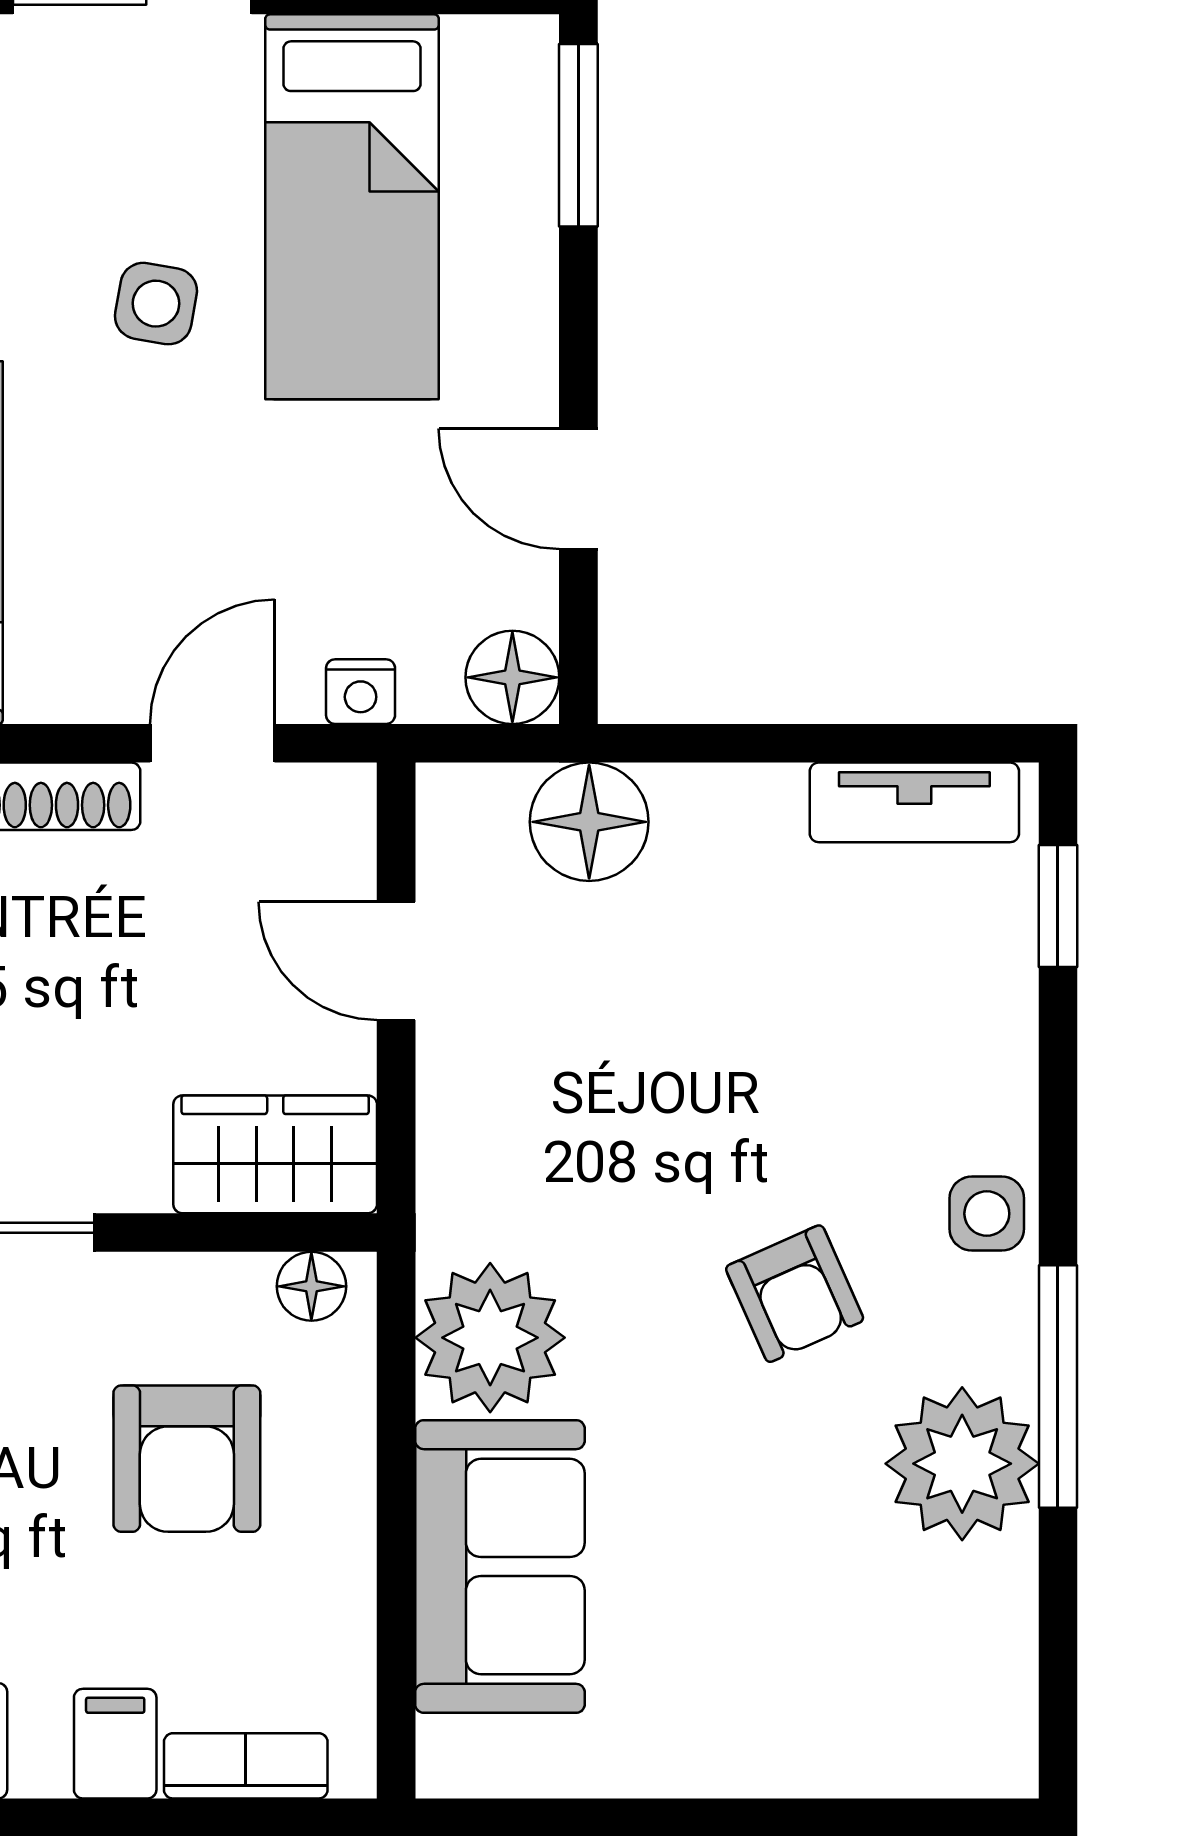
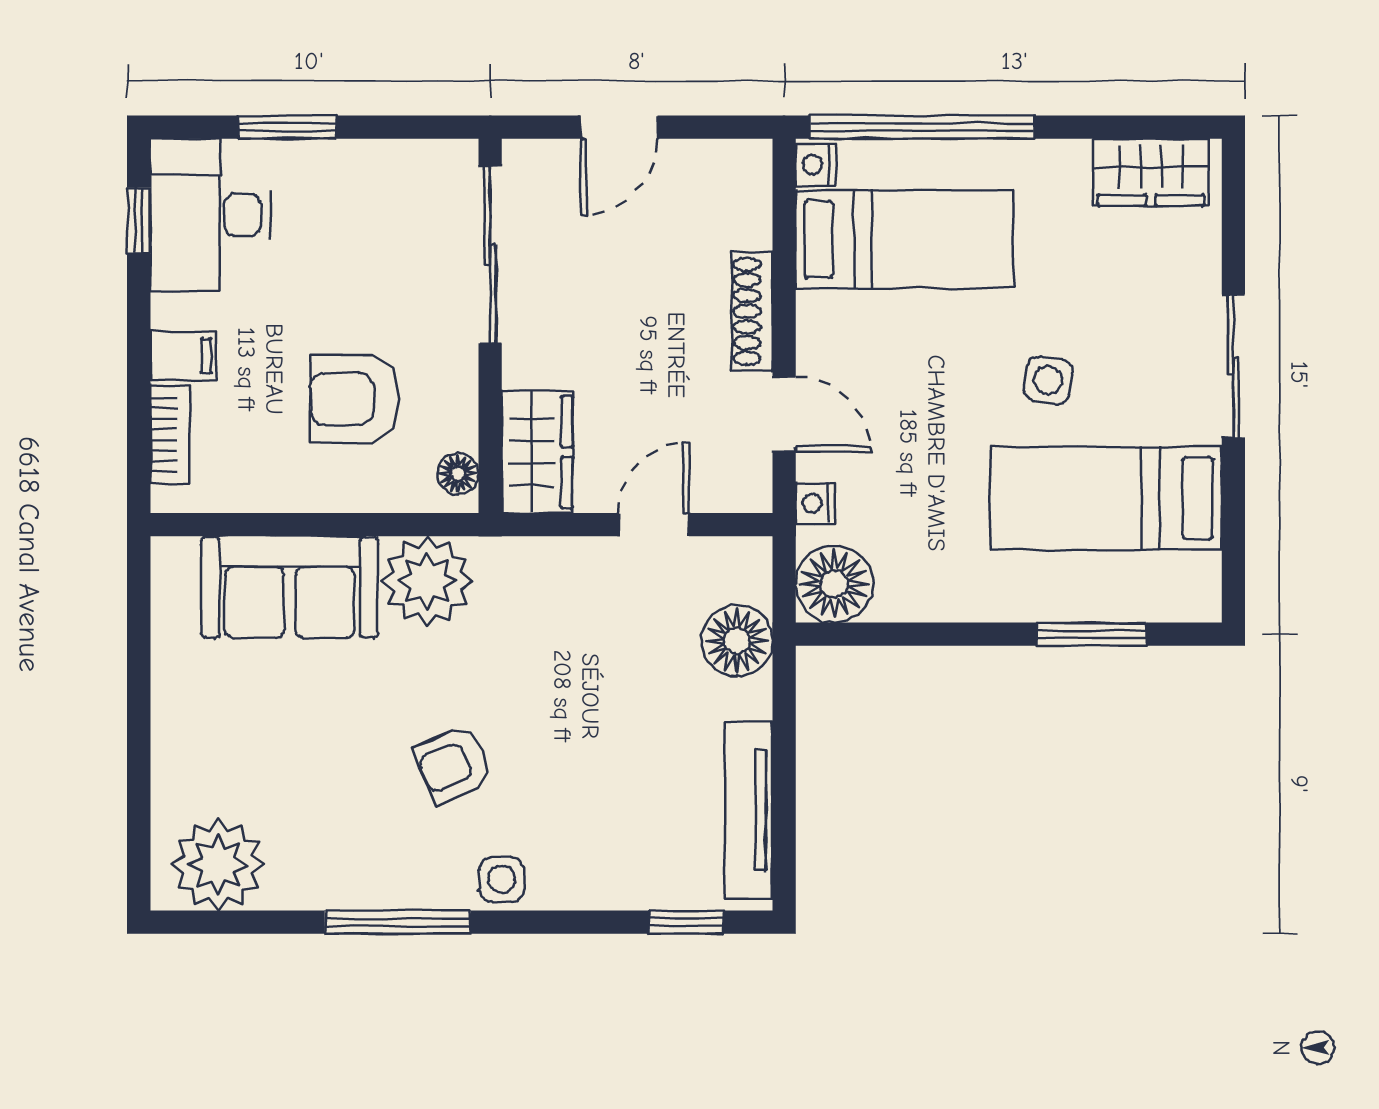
window: (578, 135) -> (1092, 634), moved
door: (578, 489) -> (937, 634), removed
floor lamp: (512, 677) -> (834, 584), width x1.38, depth x1.38
tv unit: (914, 802) -> (749, 810), width x1.41
plant: (962, 1464) -> (218, 865), moved

